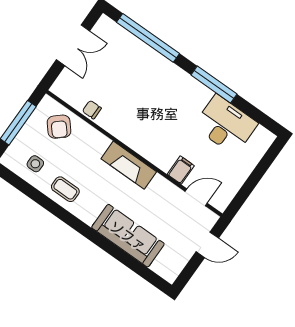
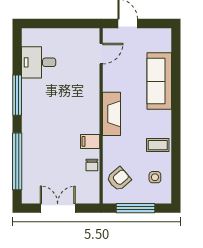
desk: (226, 125) -> (39, 62), width x0.73
filing cabinet: (181, 170) -> (90, 141), moved
coffee table: (65, 189) -> (158, 145), turned 90
door: (196, 197) -> (101, 54), swing flipped

